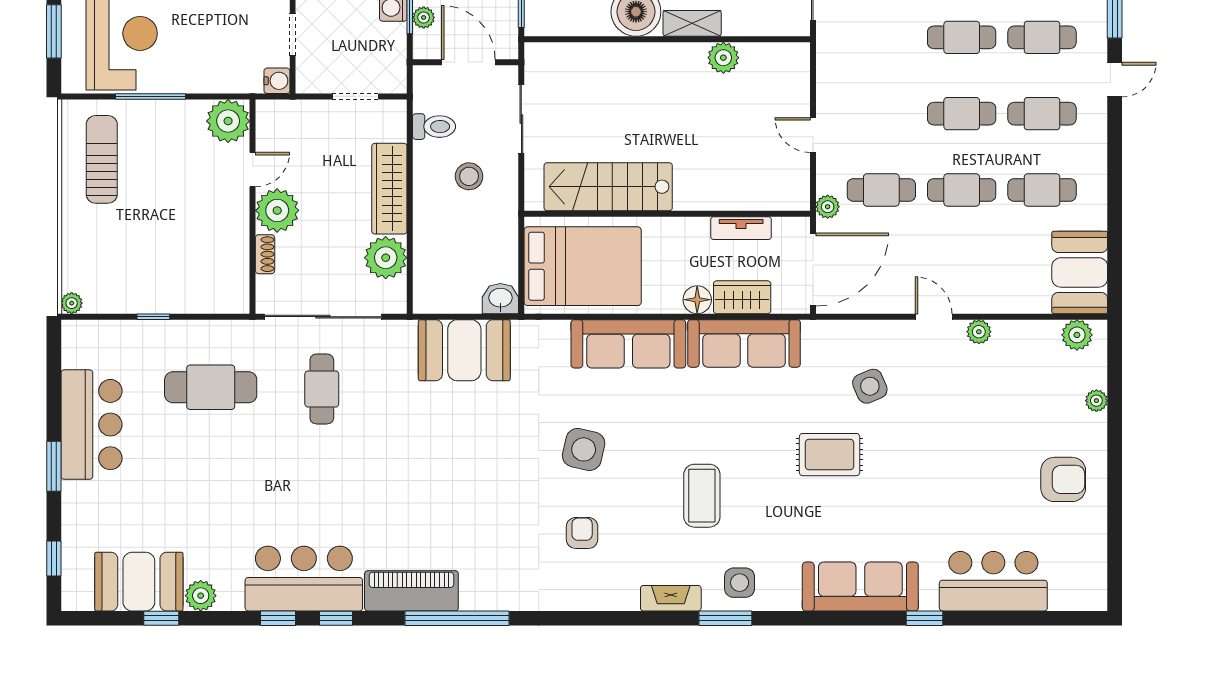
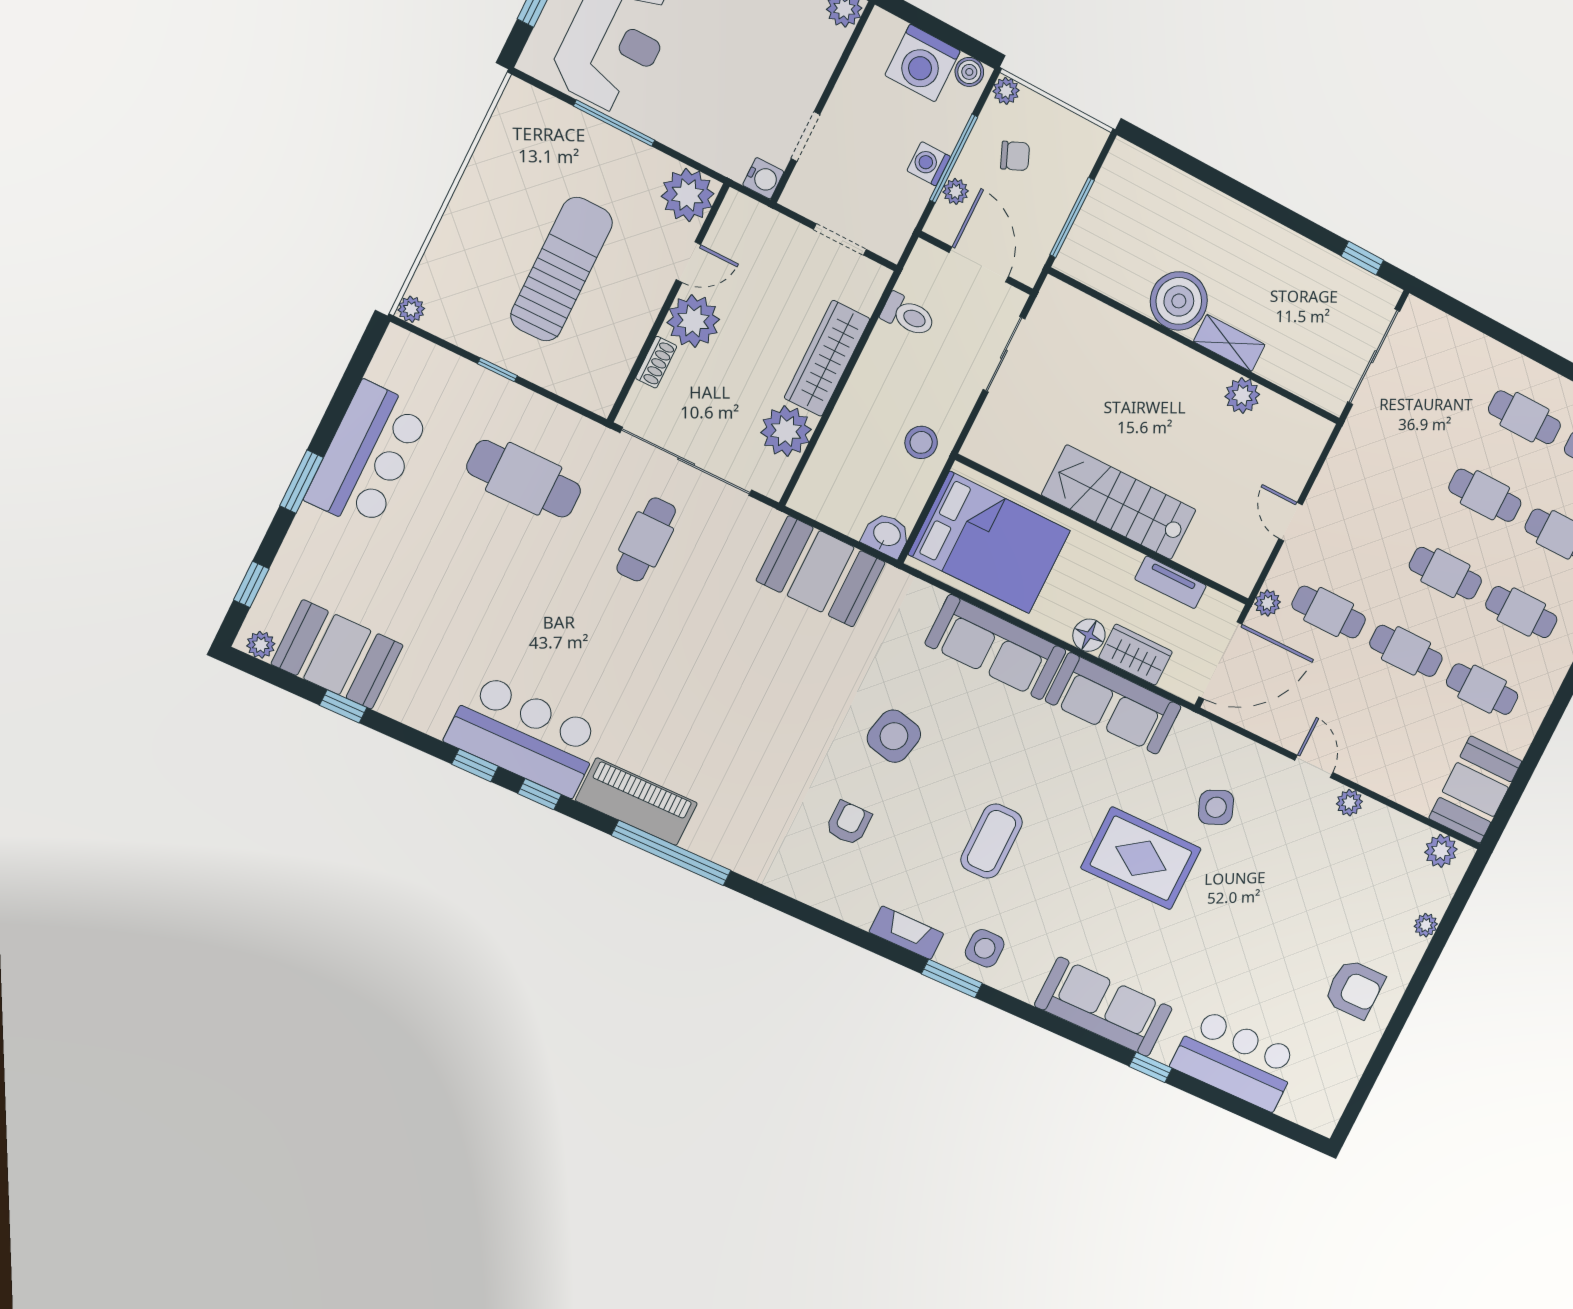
sun lounger: (102, 159) -> (562, 269), moved, width x1.36, depth x1.34
stool: (469, 176) -> (921, 442), moved
stairs: (608, 187) -> (1119, 502), moved
rug: (830, 455) -> (1141, 858), width x1.36, depth x1.43
plant: (201, 596) -> (261, 645), moved, width x0.73, depth x0.73

